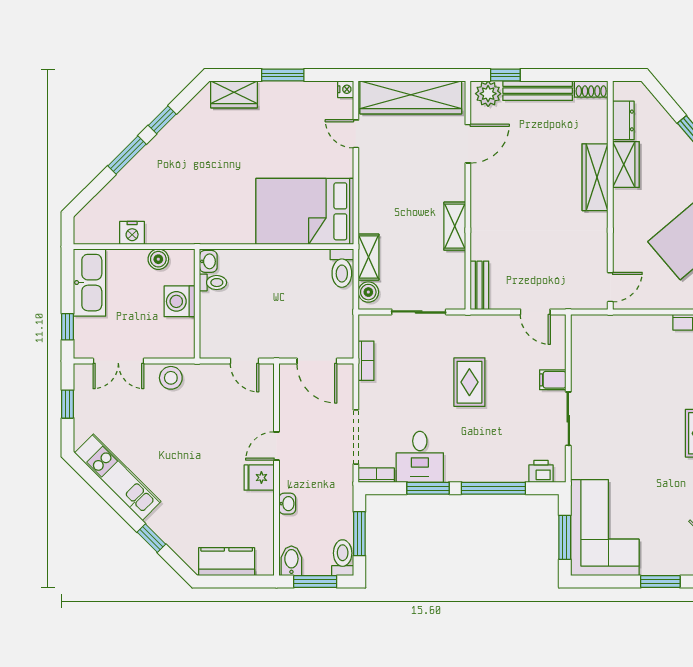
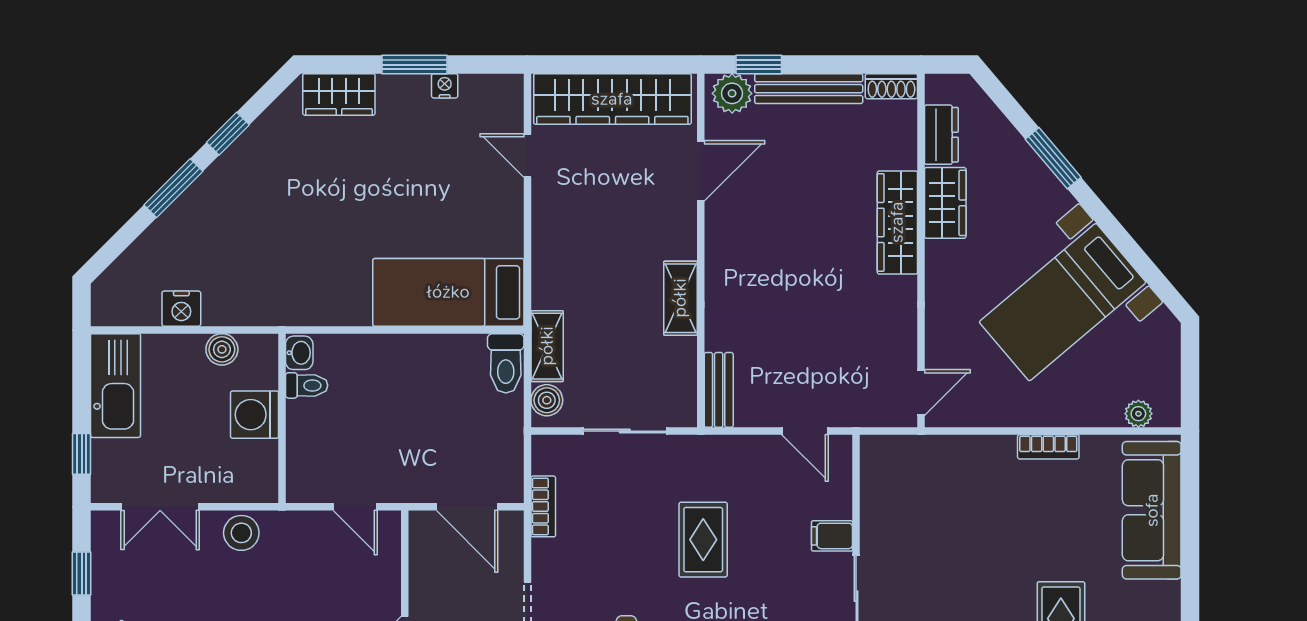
nightstand: (346, 89) -> (445, 86), moved, turned -90
bed: (305, 211) -> (448, 292), width x0.67

